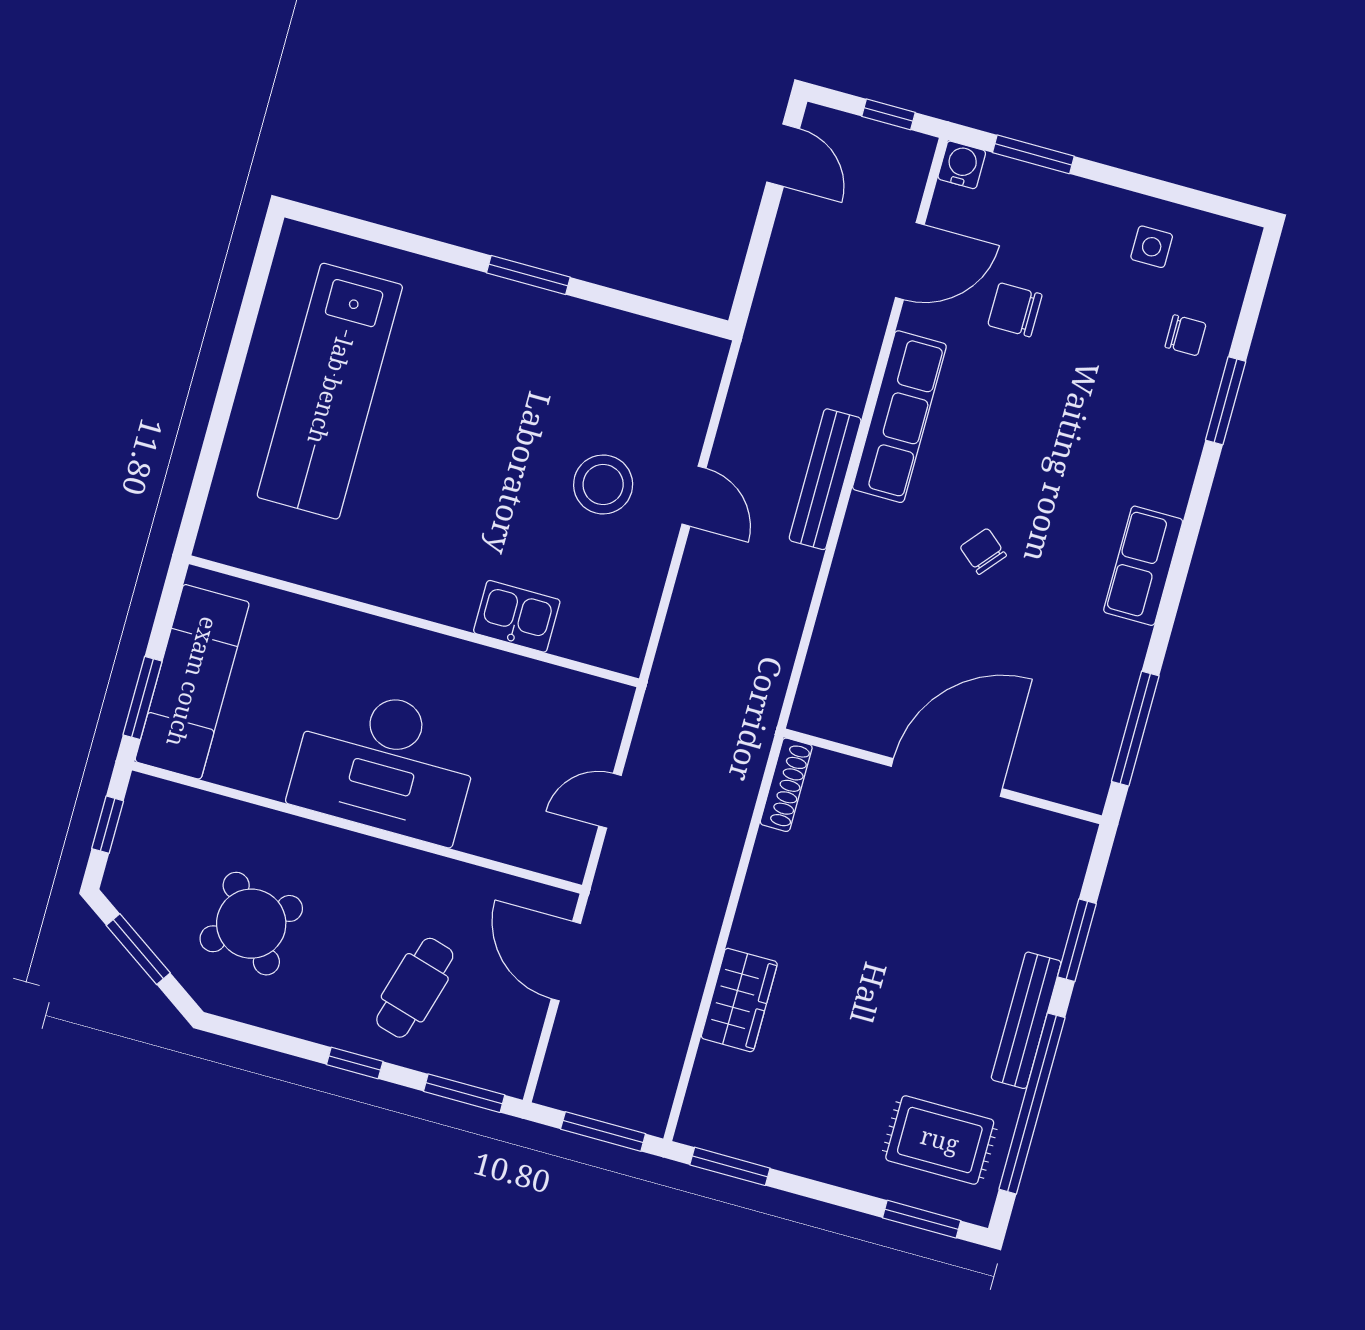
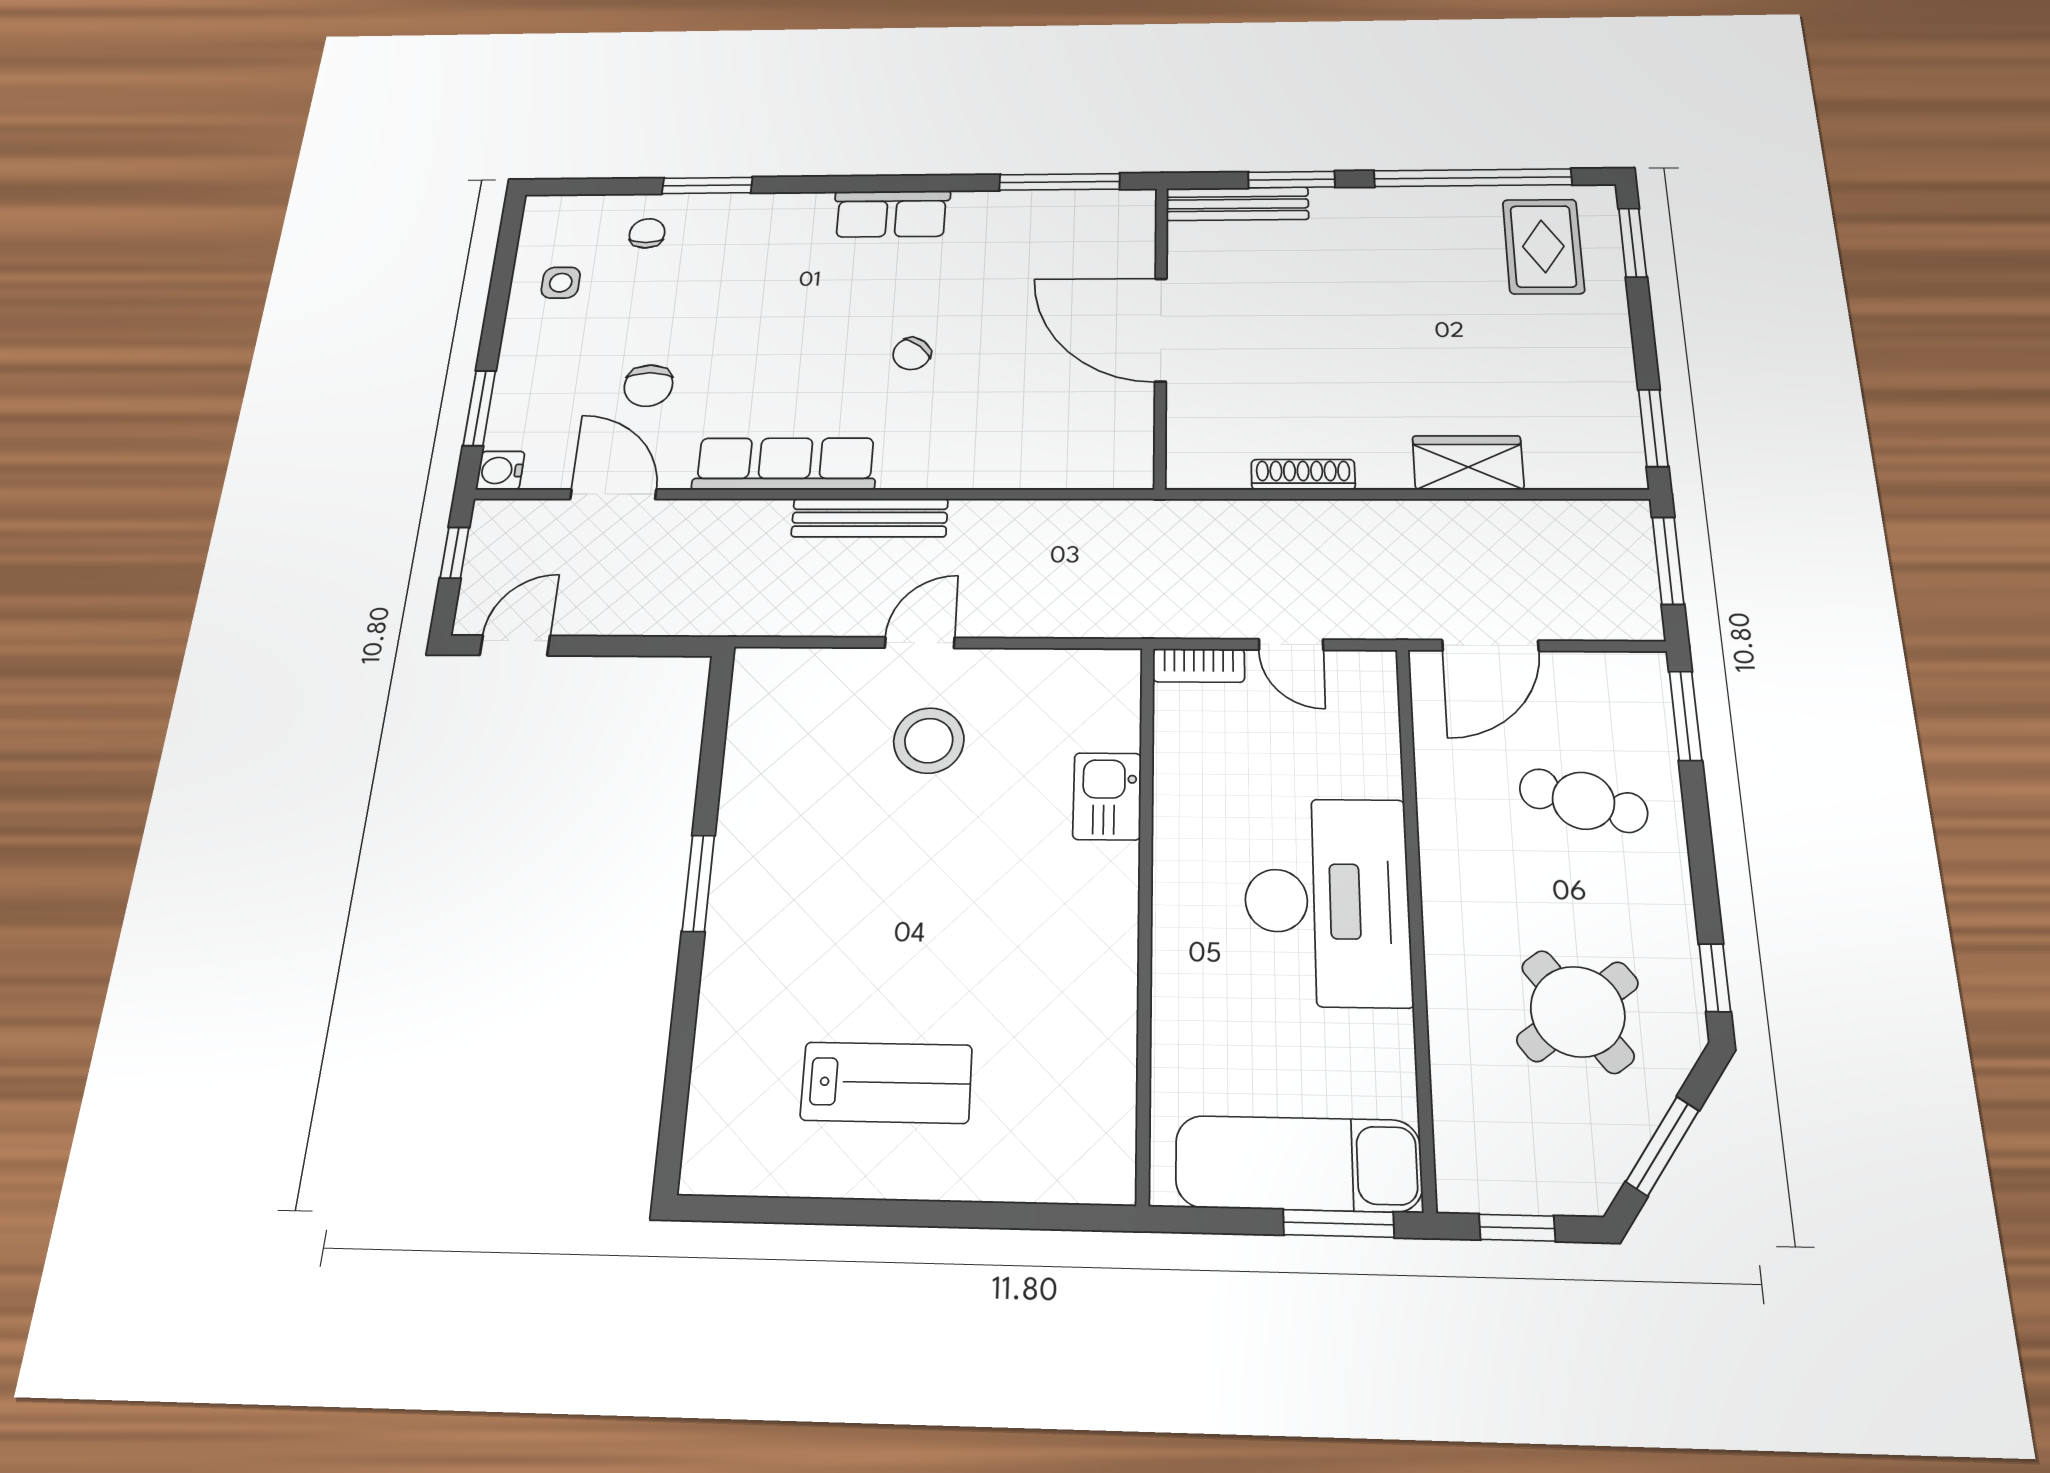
lab bench: (330, 391) -> (886, 1083), width x0.54, depth x0.72
bookcase: (611, 720) -> (1199, 665), added
shoe rack: (786, 785) -> (1303, 475), moved
bench: (1026, 1020) -> (1237, 204), moved
window: (355, 1063) -> (1715, 978), moved

